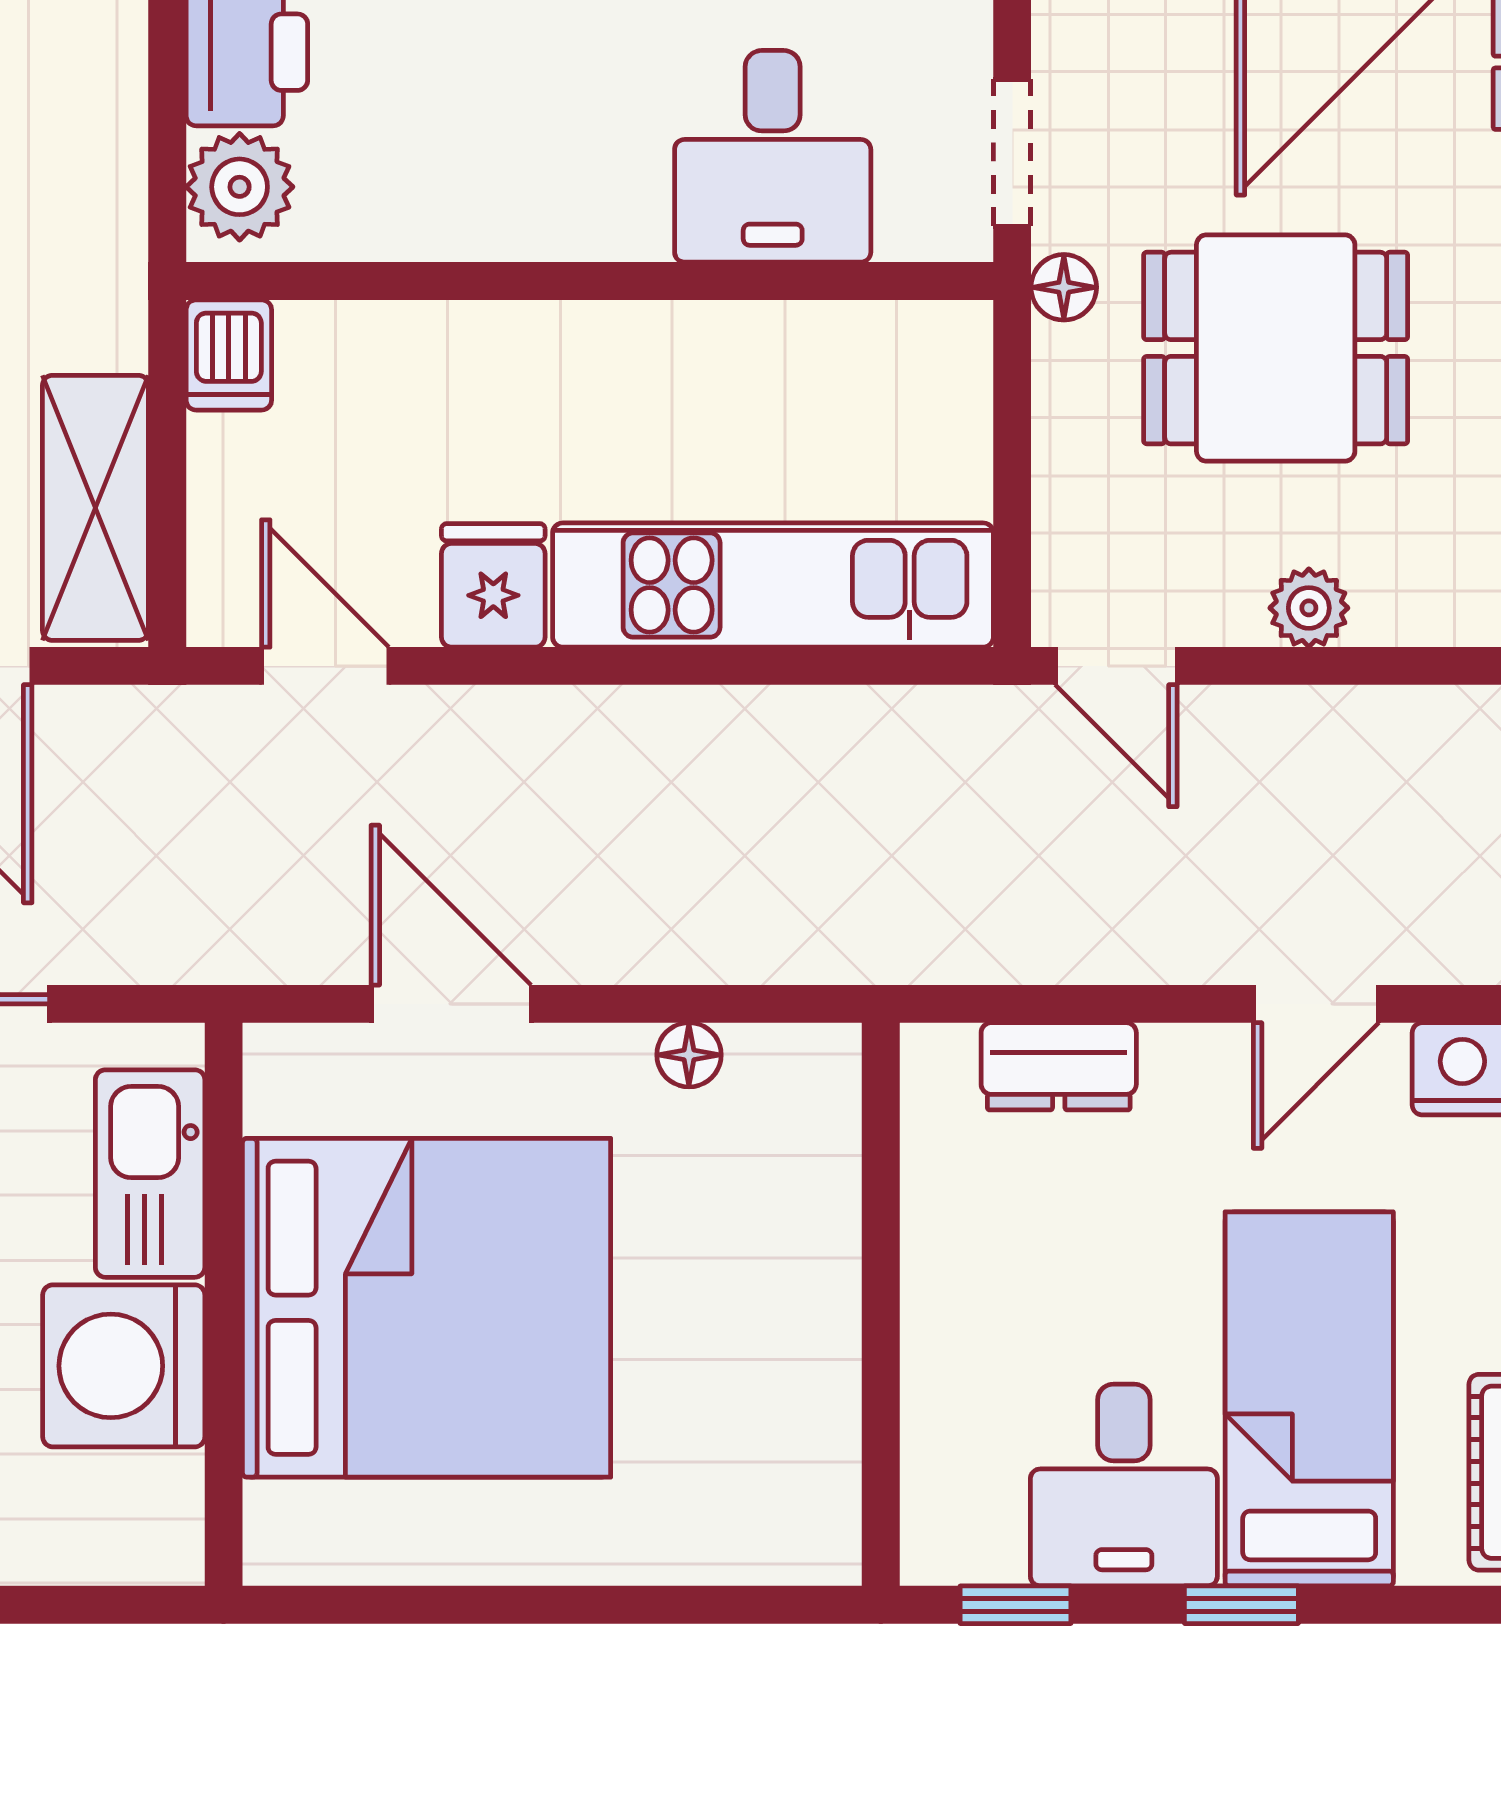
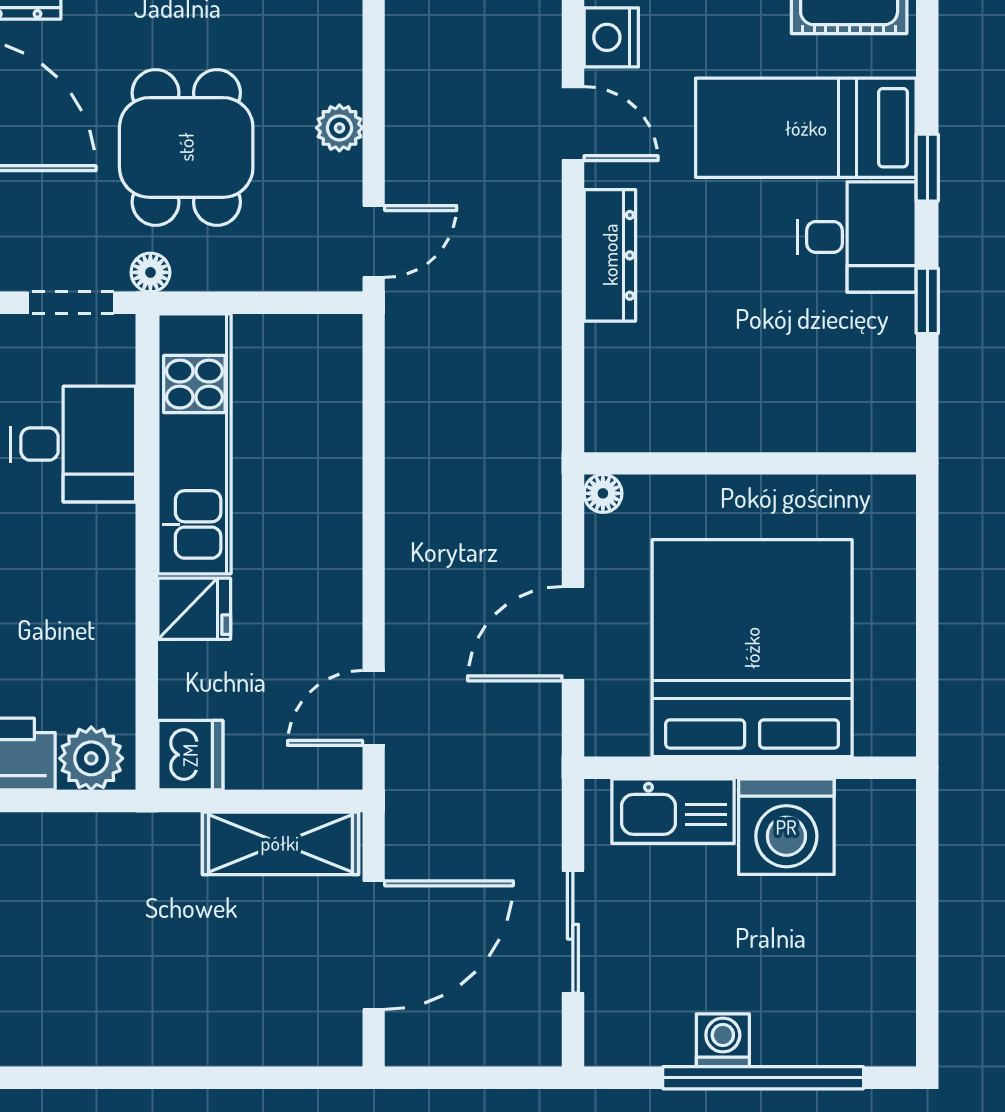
dishwasher: (229, 355) -> (190, 755), width x1.38
fridge: (493, 585) -> (194, 609), moved, turned 180
kitchen unit: (773, 585) -> (194, 444), moved, turned 180
dresser: (1059, 1066) -> (610, 255), width x1.44
wall: (881, 1304) -> (750, 463), moved

